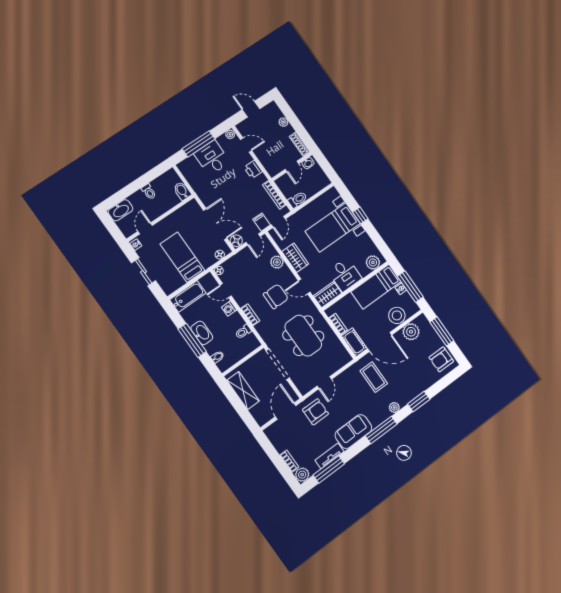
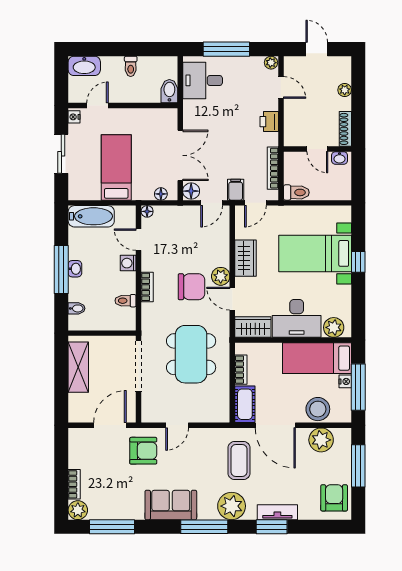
desk: (212, 158) -> (203, 80), moved, turned -90
door: (292, 166) -> (317, 149), hinge flipped
plant: (277, 262) -> (221, 276), moved
desk: (345, 275) -> (297, 318), width x1.37
washbasin: (202, 333) -> (75, 269), width x0.52, depth x0.69
armchair: (441, 359) -> (334, 498), turned 90
plant: (394, 407) -> (232, 506), width x1.87, depth x1.87
tv unit: (330, 456) -> (277, 512), moved

